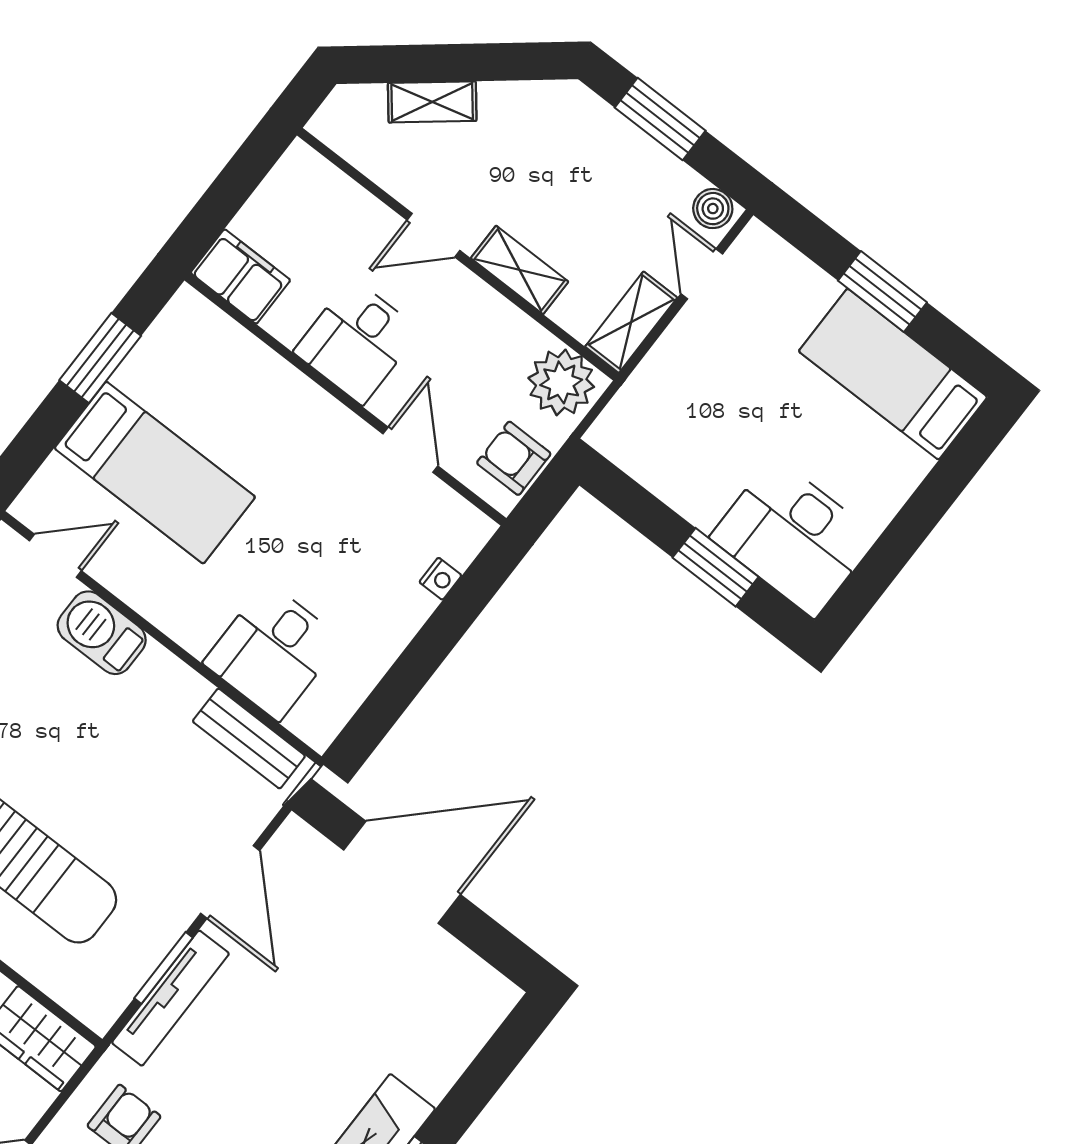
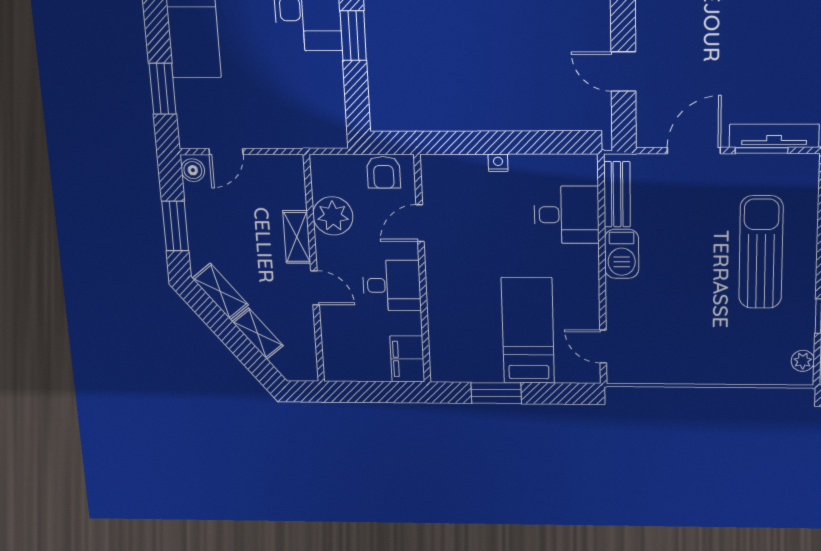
window: (882, 291) -> (163, 89), moved
shelving: (631, 322) -> (220, 291), moved, turned 51
plant: (561, 382) -> (333, 216), moved
nightstand: (440, 579) -> (498, 163), moved
barbecue: (102, 633) -> (622, 254), moved
door: (402, 872) -> (623, 71), width x0.53

